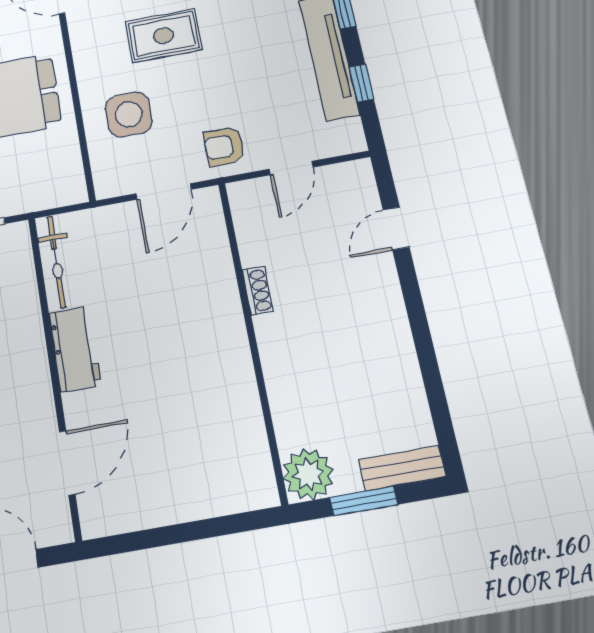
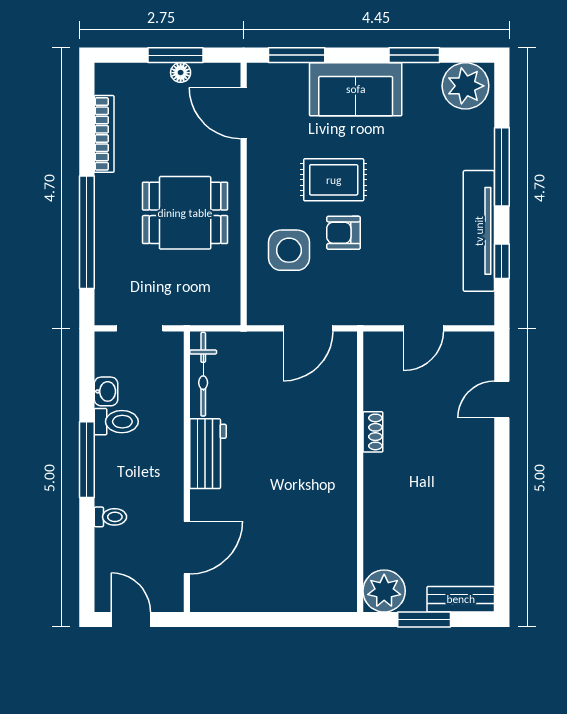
armchair: (224, 146) -> (343, 233), moved

